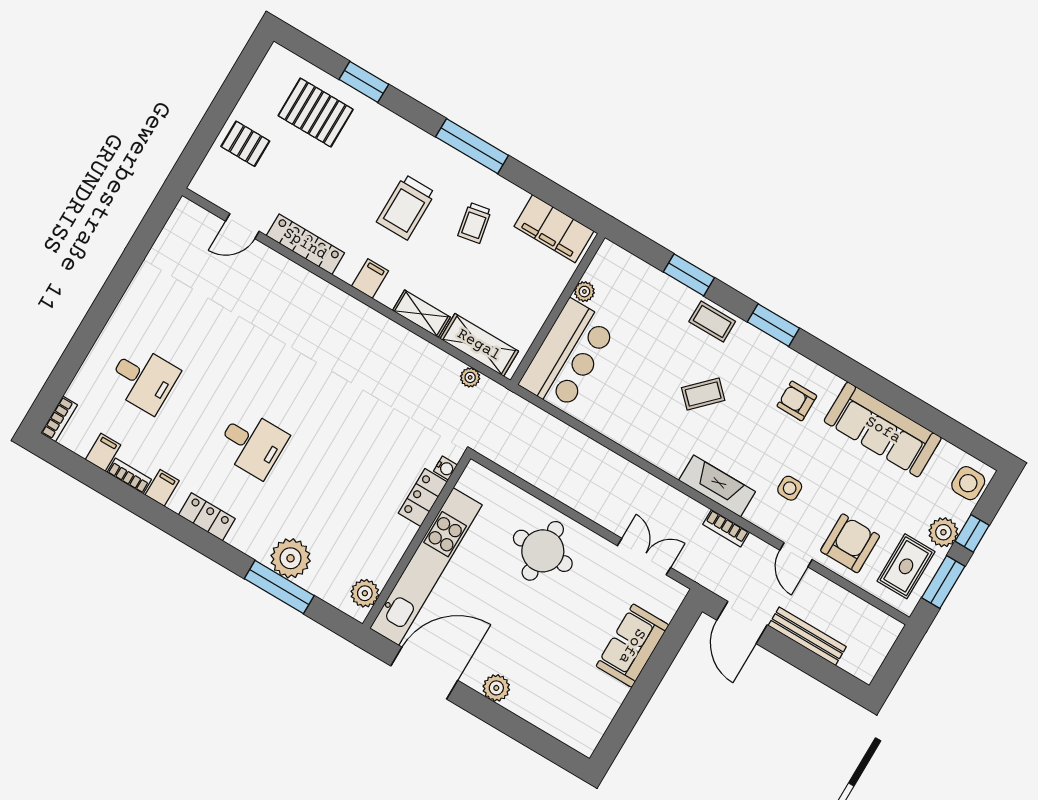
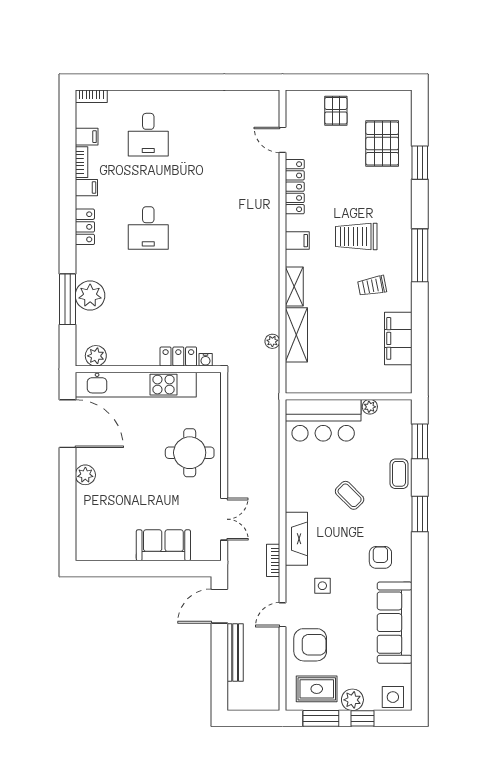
plant: (584, 292) -> (370, 407), moved
wall: (558, 309) -> (349, 396), moved
bar counter: (568, 355) -> (323, 420), moved

